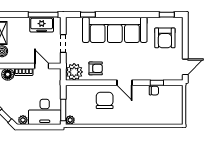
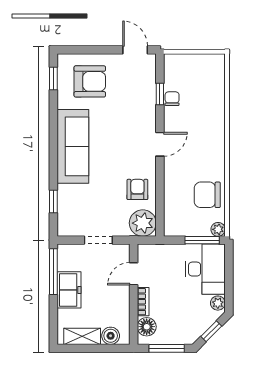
freezer: (42, 25) -> (69, 290), moved
sofa: (115, 30) -> (73, 146), width x0.74, depth x0.79
chair: (105, 100) -> (207, 195), moved

